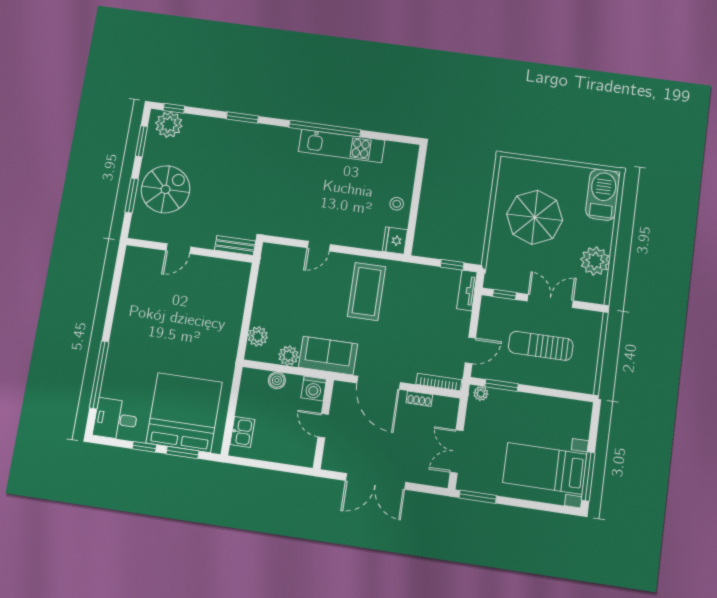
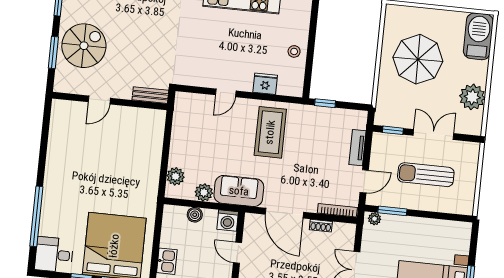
fridge: (395, 240) -> (265, 84), moved, turned 90
window: (452, 265) -> (325, 103), moved
tv unit: (467, 290) -> (357, 148), moved

